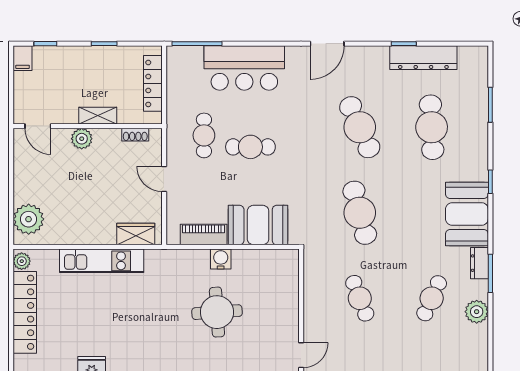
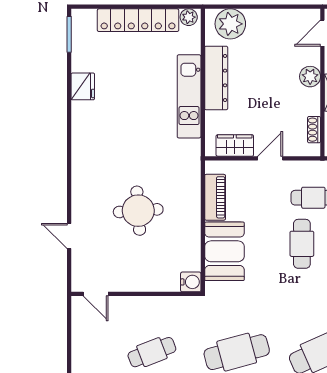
dresser: (83, 233) -> (216, 78), added
wardrobe: (136, 234) -> (235, 145), moved, turned -90
water cooler: (221, 259) -> (191, 282), moved

